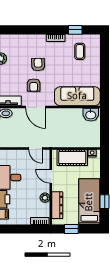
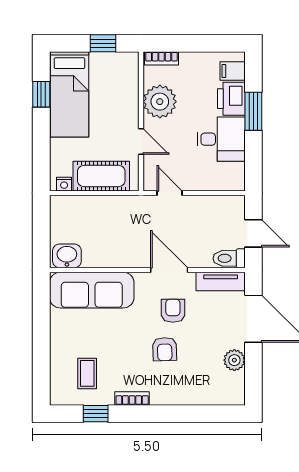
plant: (45, 198) -> (160, 102), width x1.88, depth x1.88
dresser: (57, 205) -> (129, 88), removed

